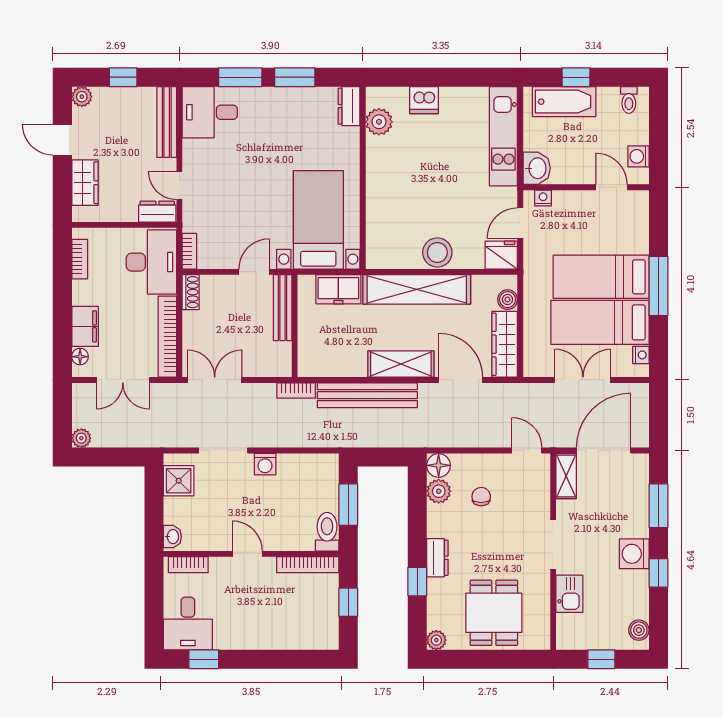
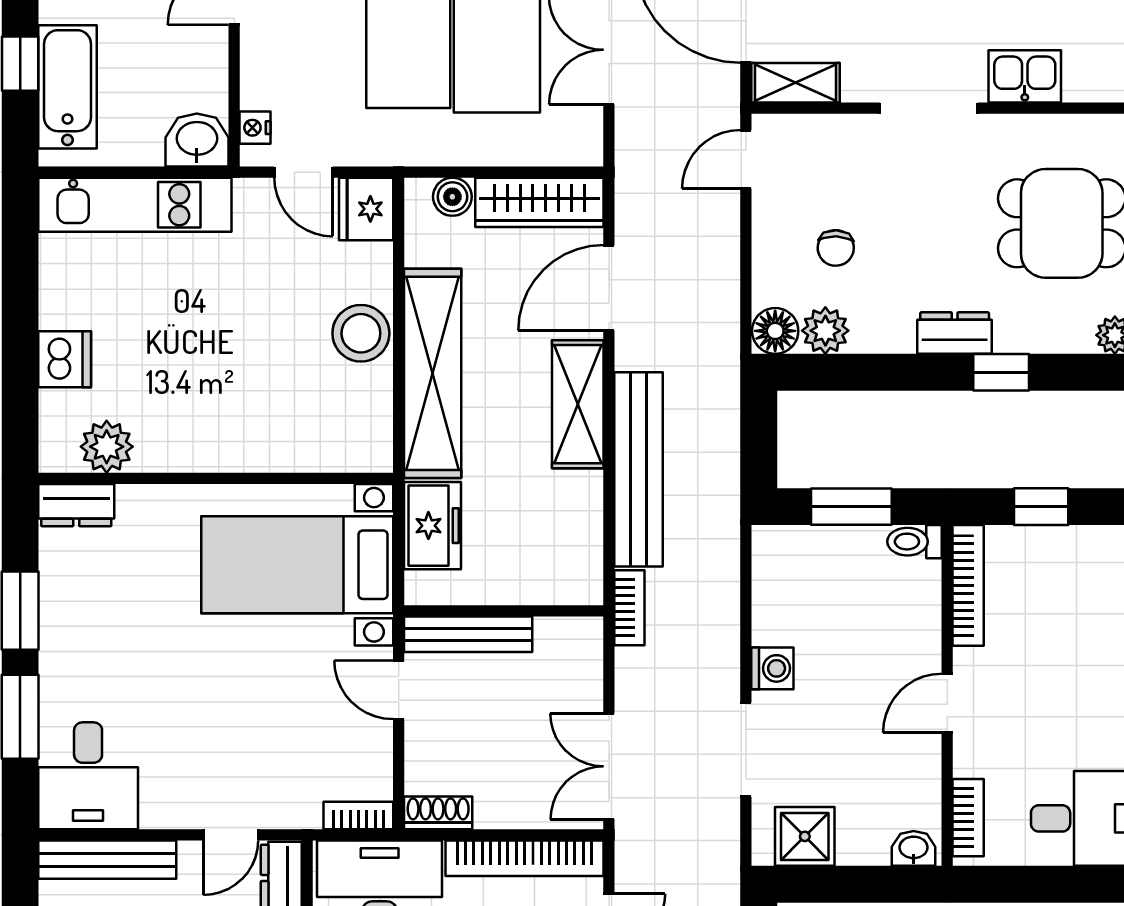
chair: (481, 497) -> (836, 248), turned -88
toilet: (327, 532) -> (915, 542), width x0.73, depth x0.72

